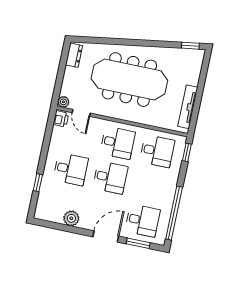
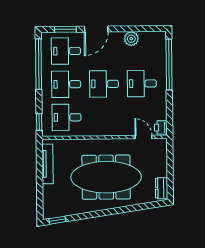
plant: (63, 102) -> (162, 143), removed
desk: (118, 143) -> (66, 84), moved
window: (38, 183) -> (169, 64), width x3.17

